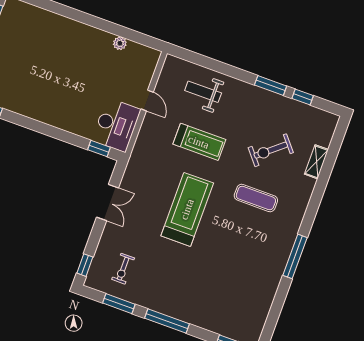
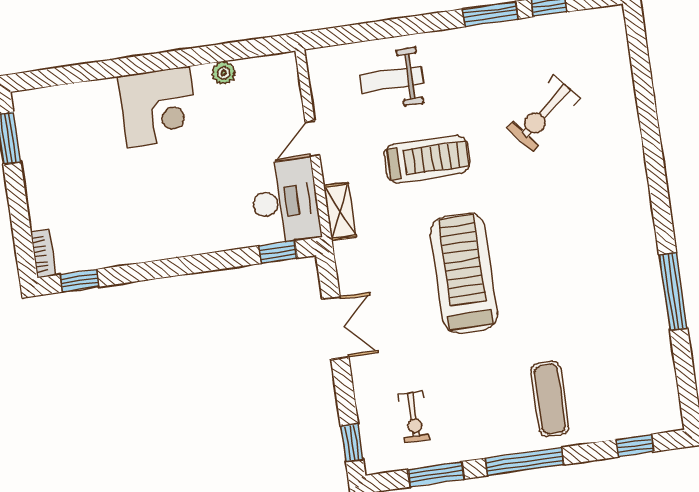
corner desk: (78, 43) -> (158, 107), added
door: (147, 100) -> (312, 139), swing flipped
shelving: (316, 162) -> (340, 211), moved
exercise mat: (256, 198) -> (550, 399), moved, turned 90
window: (295, 256) -> (673, 291), moved

